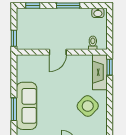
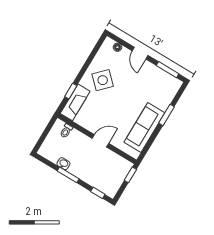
washbasin: (98, 13) -> (63, 164), moved
window: (110, 67) -> (71, 91), moved
sofa: (27, 106) -> (144, 128), moved

